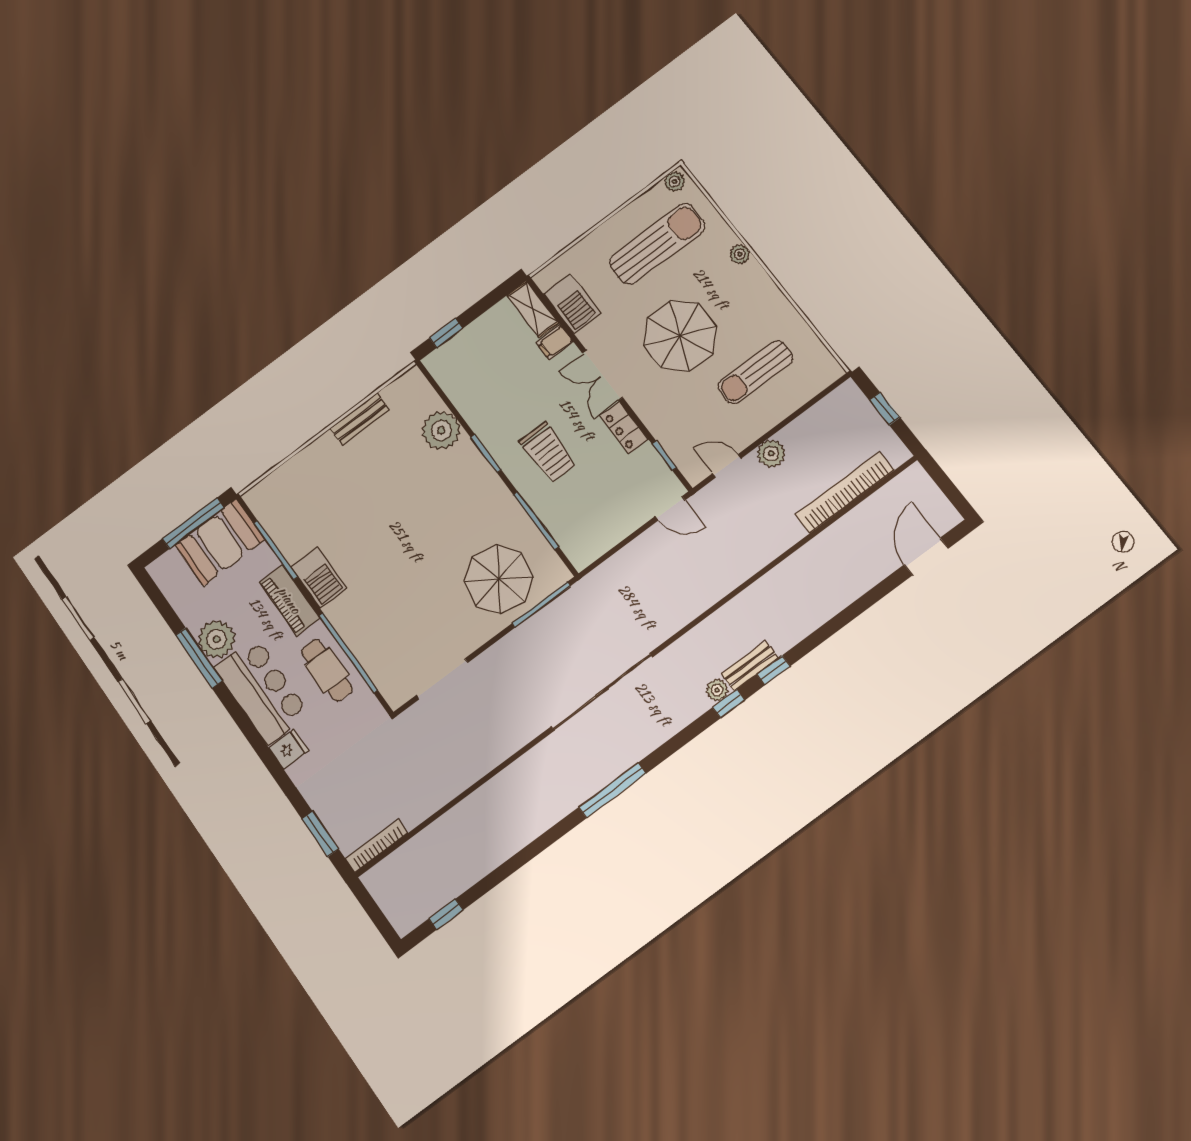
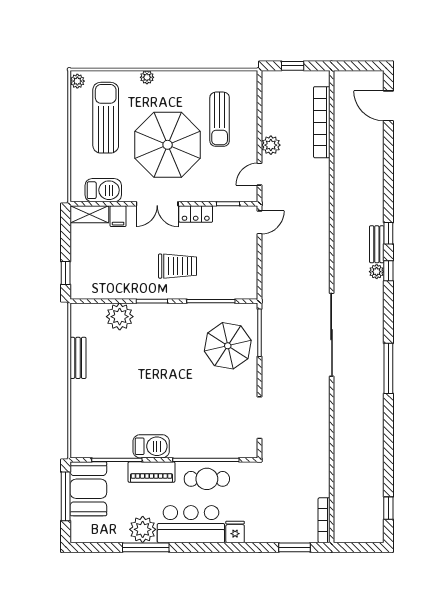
parasol: (680, 336) -> (168, 145), width x1.36, depth x1.36

